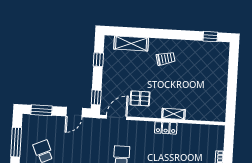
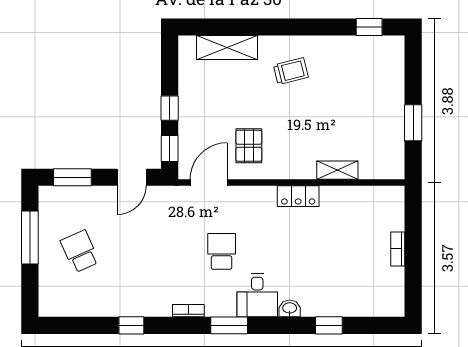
window: (98, 60) -> (170, 108), moved
window: (232, 91) -> (413, 123), added
pallet: (140, 98) -> (249, 146), turned 90
shelving: (173, 114) -> (337, 170), moved

